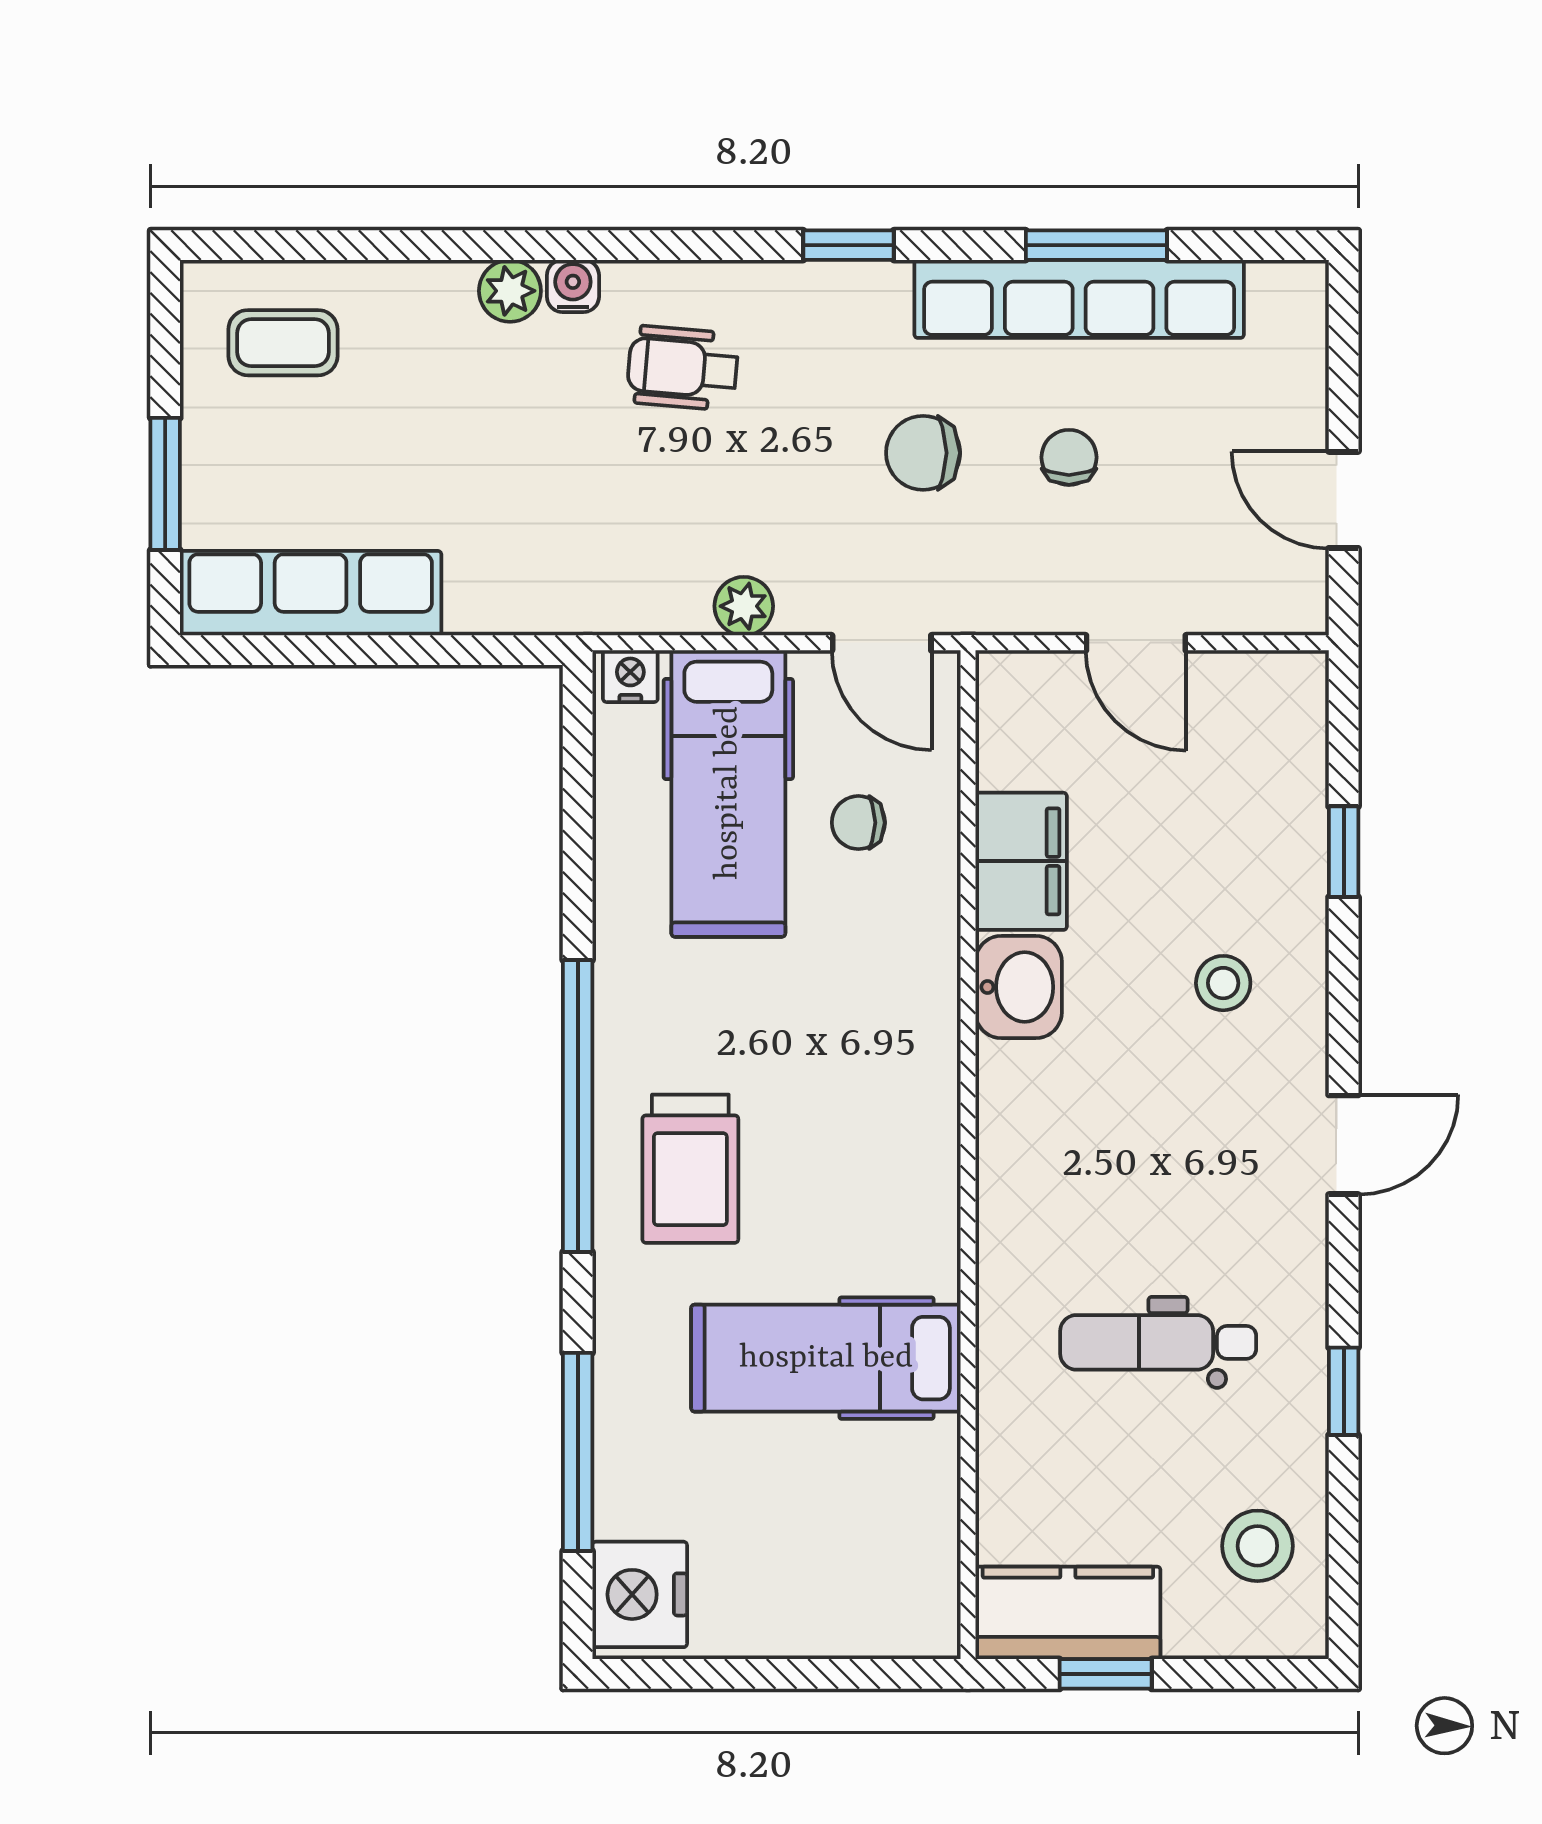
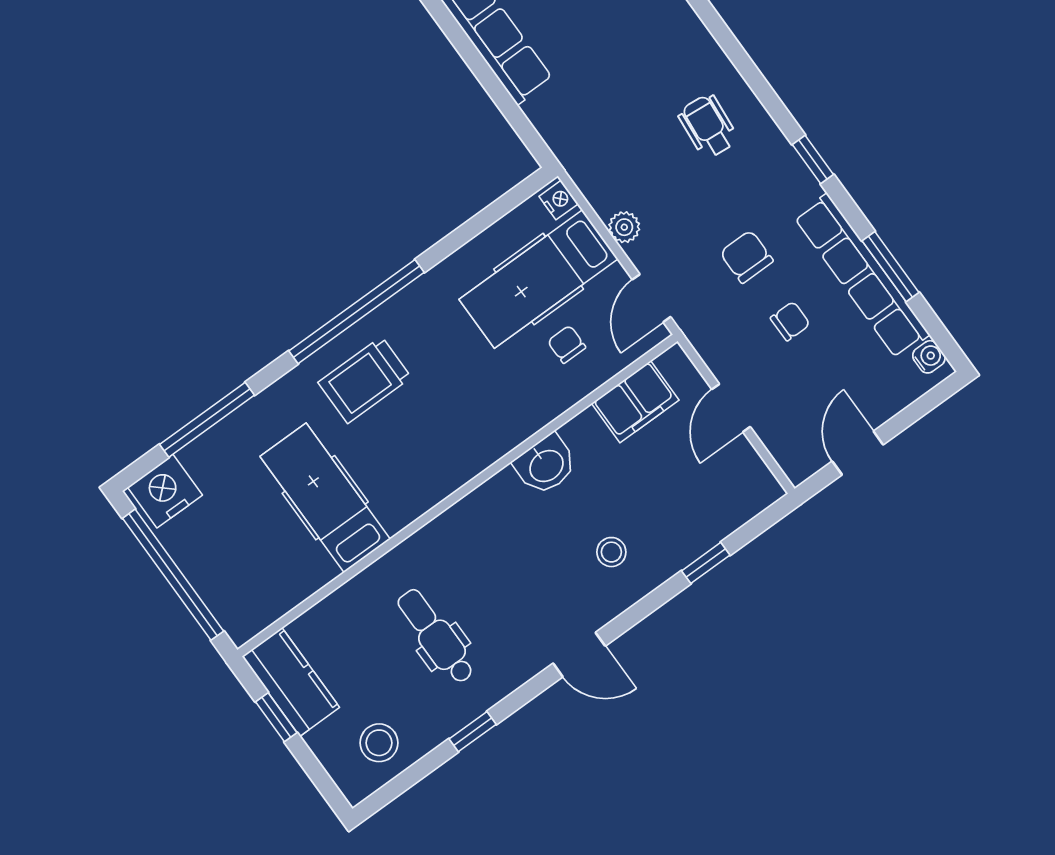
water cooler: (573, 286) -> (929, 357), moved
plant: (510, 291) -> (687, 28), removed
filing cabinet: (1021, 861) -> (635, 402), moved
window: (775, 1674) -> (173, 575), added

